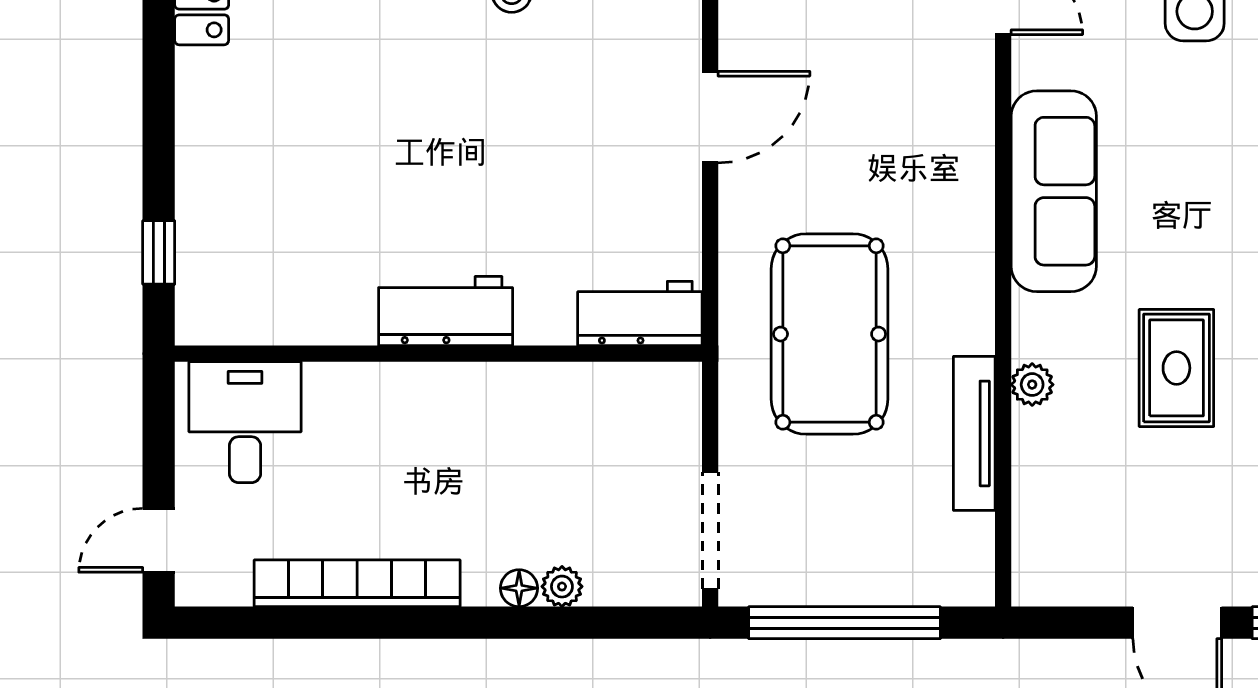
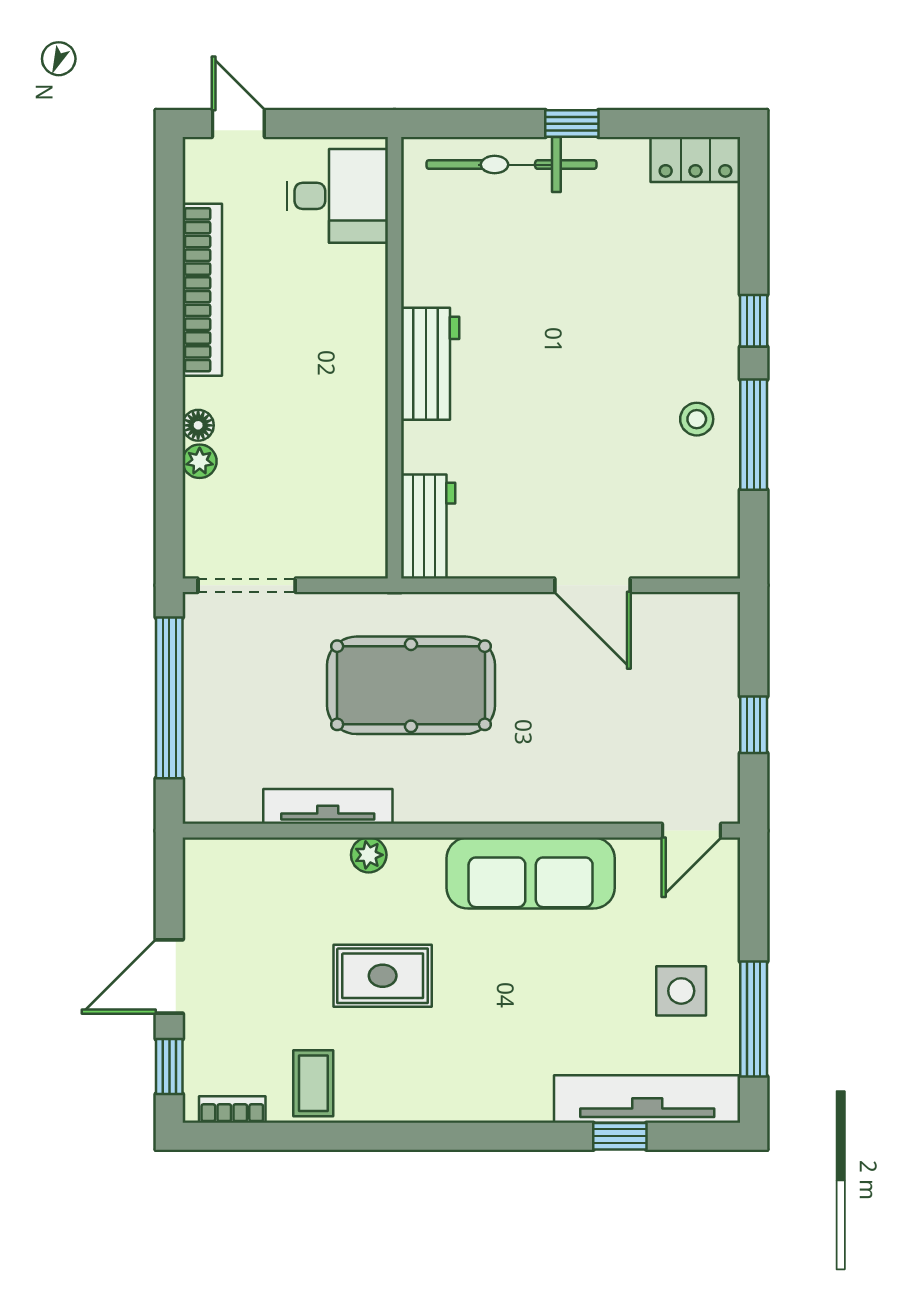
bicycle: (208, 214) -> (511, 165), added
window: (159, 252) -> (572, 124), moved

